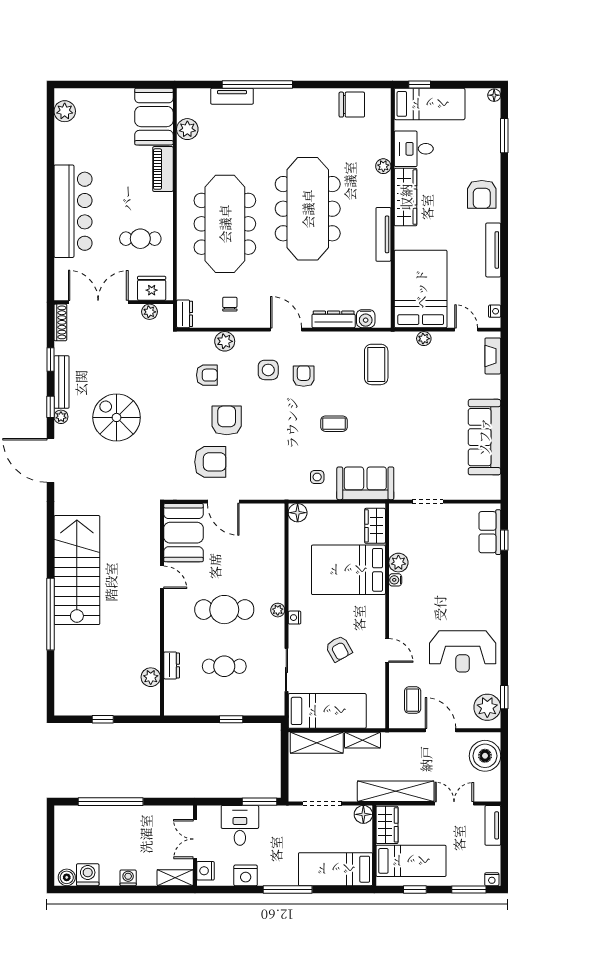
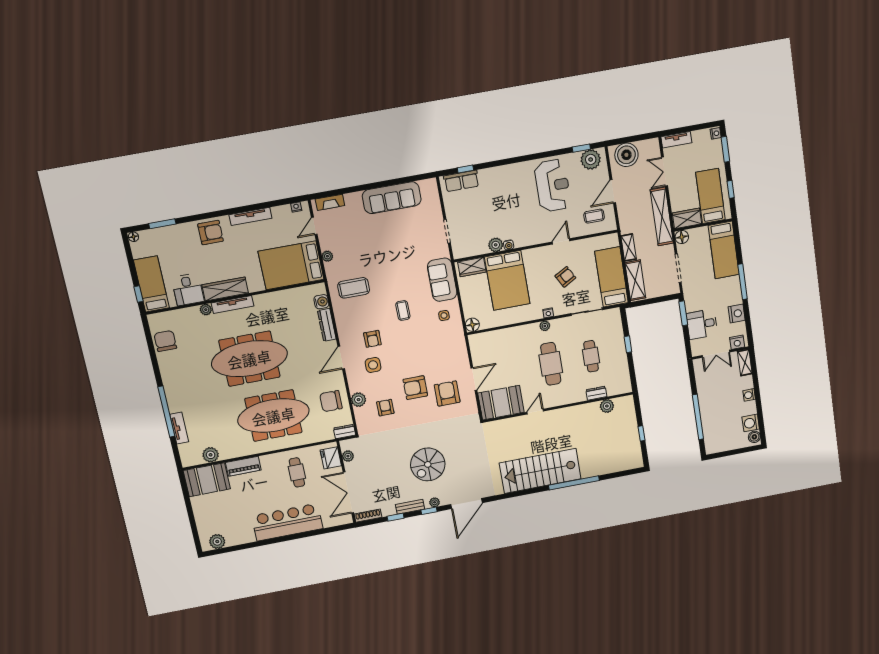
tv unit: (383, 234) -> (233, 305), moved
chair: (230, 304) -> (331, 401), width x1.87, depth x1.87
armchair: (304, 376) -> (372, 339), turned -90
bench: (62, 382) -> (410, 507), width x0.73

